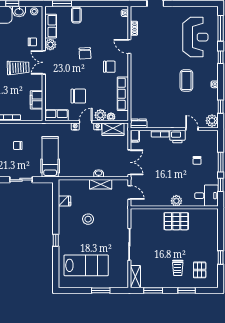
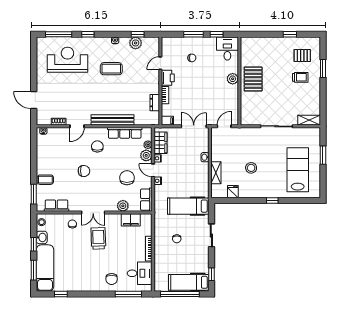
plant: (50, 45) -> (123, 206), moved
bench: (136, 82) -> (113, 120), added
plant: (212, 121) -> (136, 43), moved
dresser: (139, 124) -> (155, 103), moved
shelving: (101, 184) -> (216, 173), moved
window: (153, 290) -> (323, 102), removed

